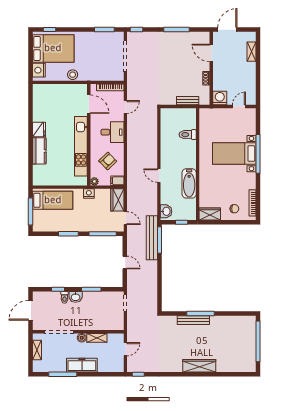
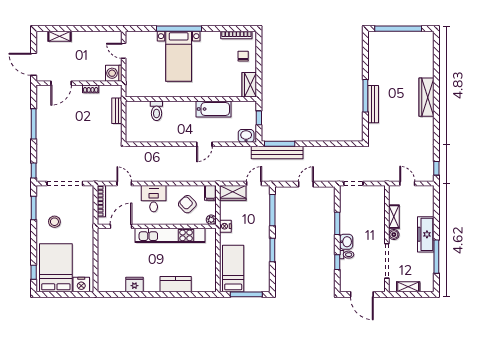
stool: (73, 75) -> (54, 222), moved
fridge: (39, 129) -> (134, 284), moved

